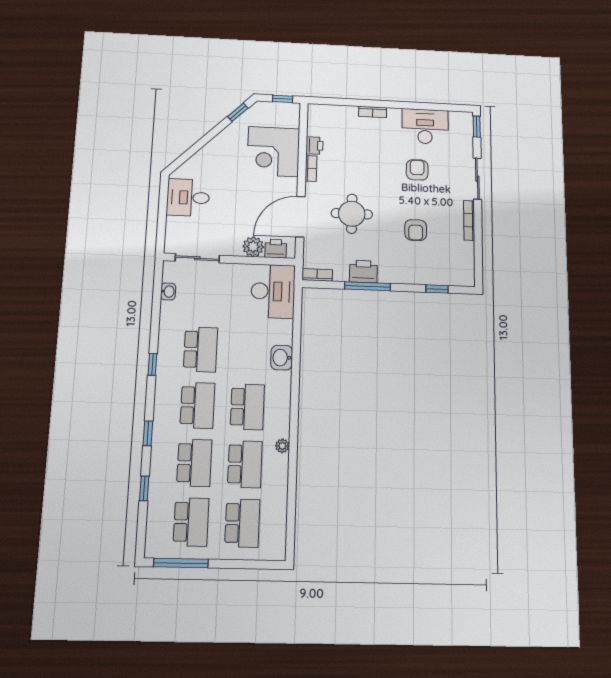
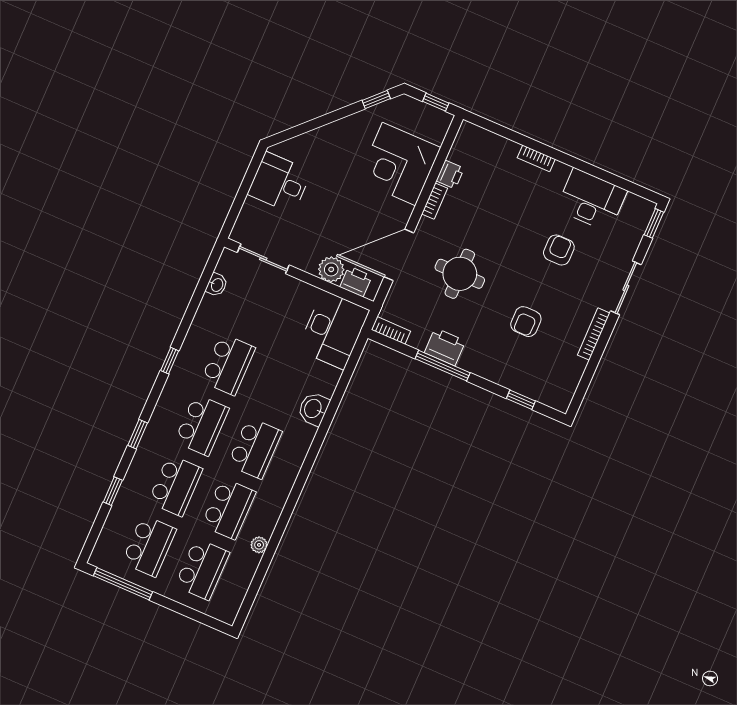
plant: (282, 446) -> (259, 545), moved

